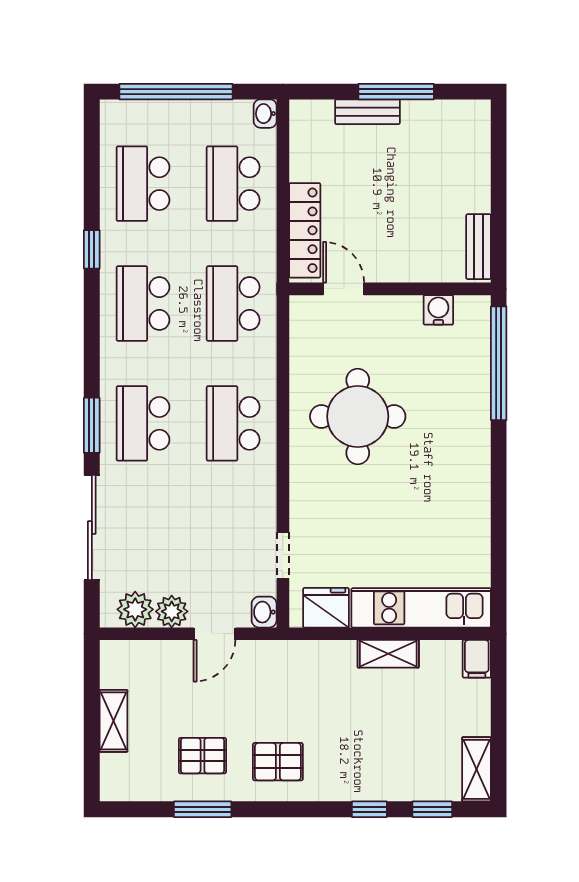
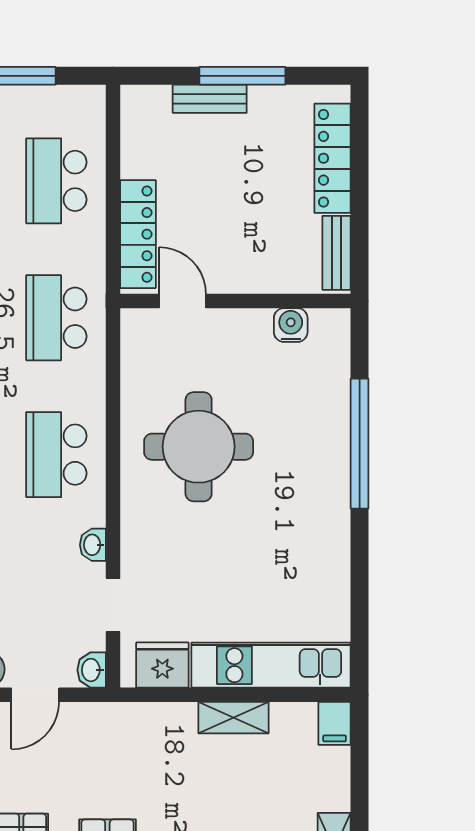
washbasin: (265, 114) -> (93, 545), moved
locker: (475, 164) -> (333, 158), added
window: (499, 363) -> (360, 444), moved

